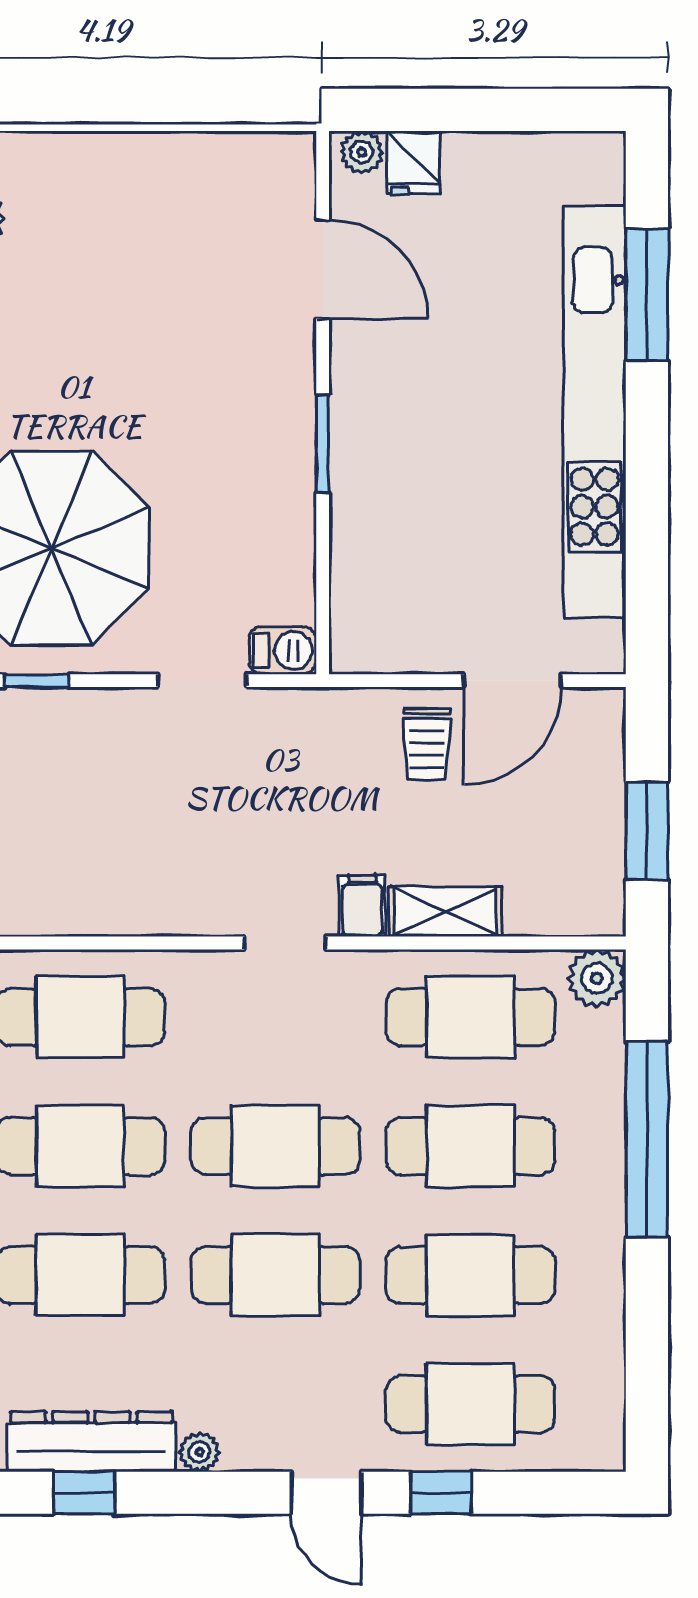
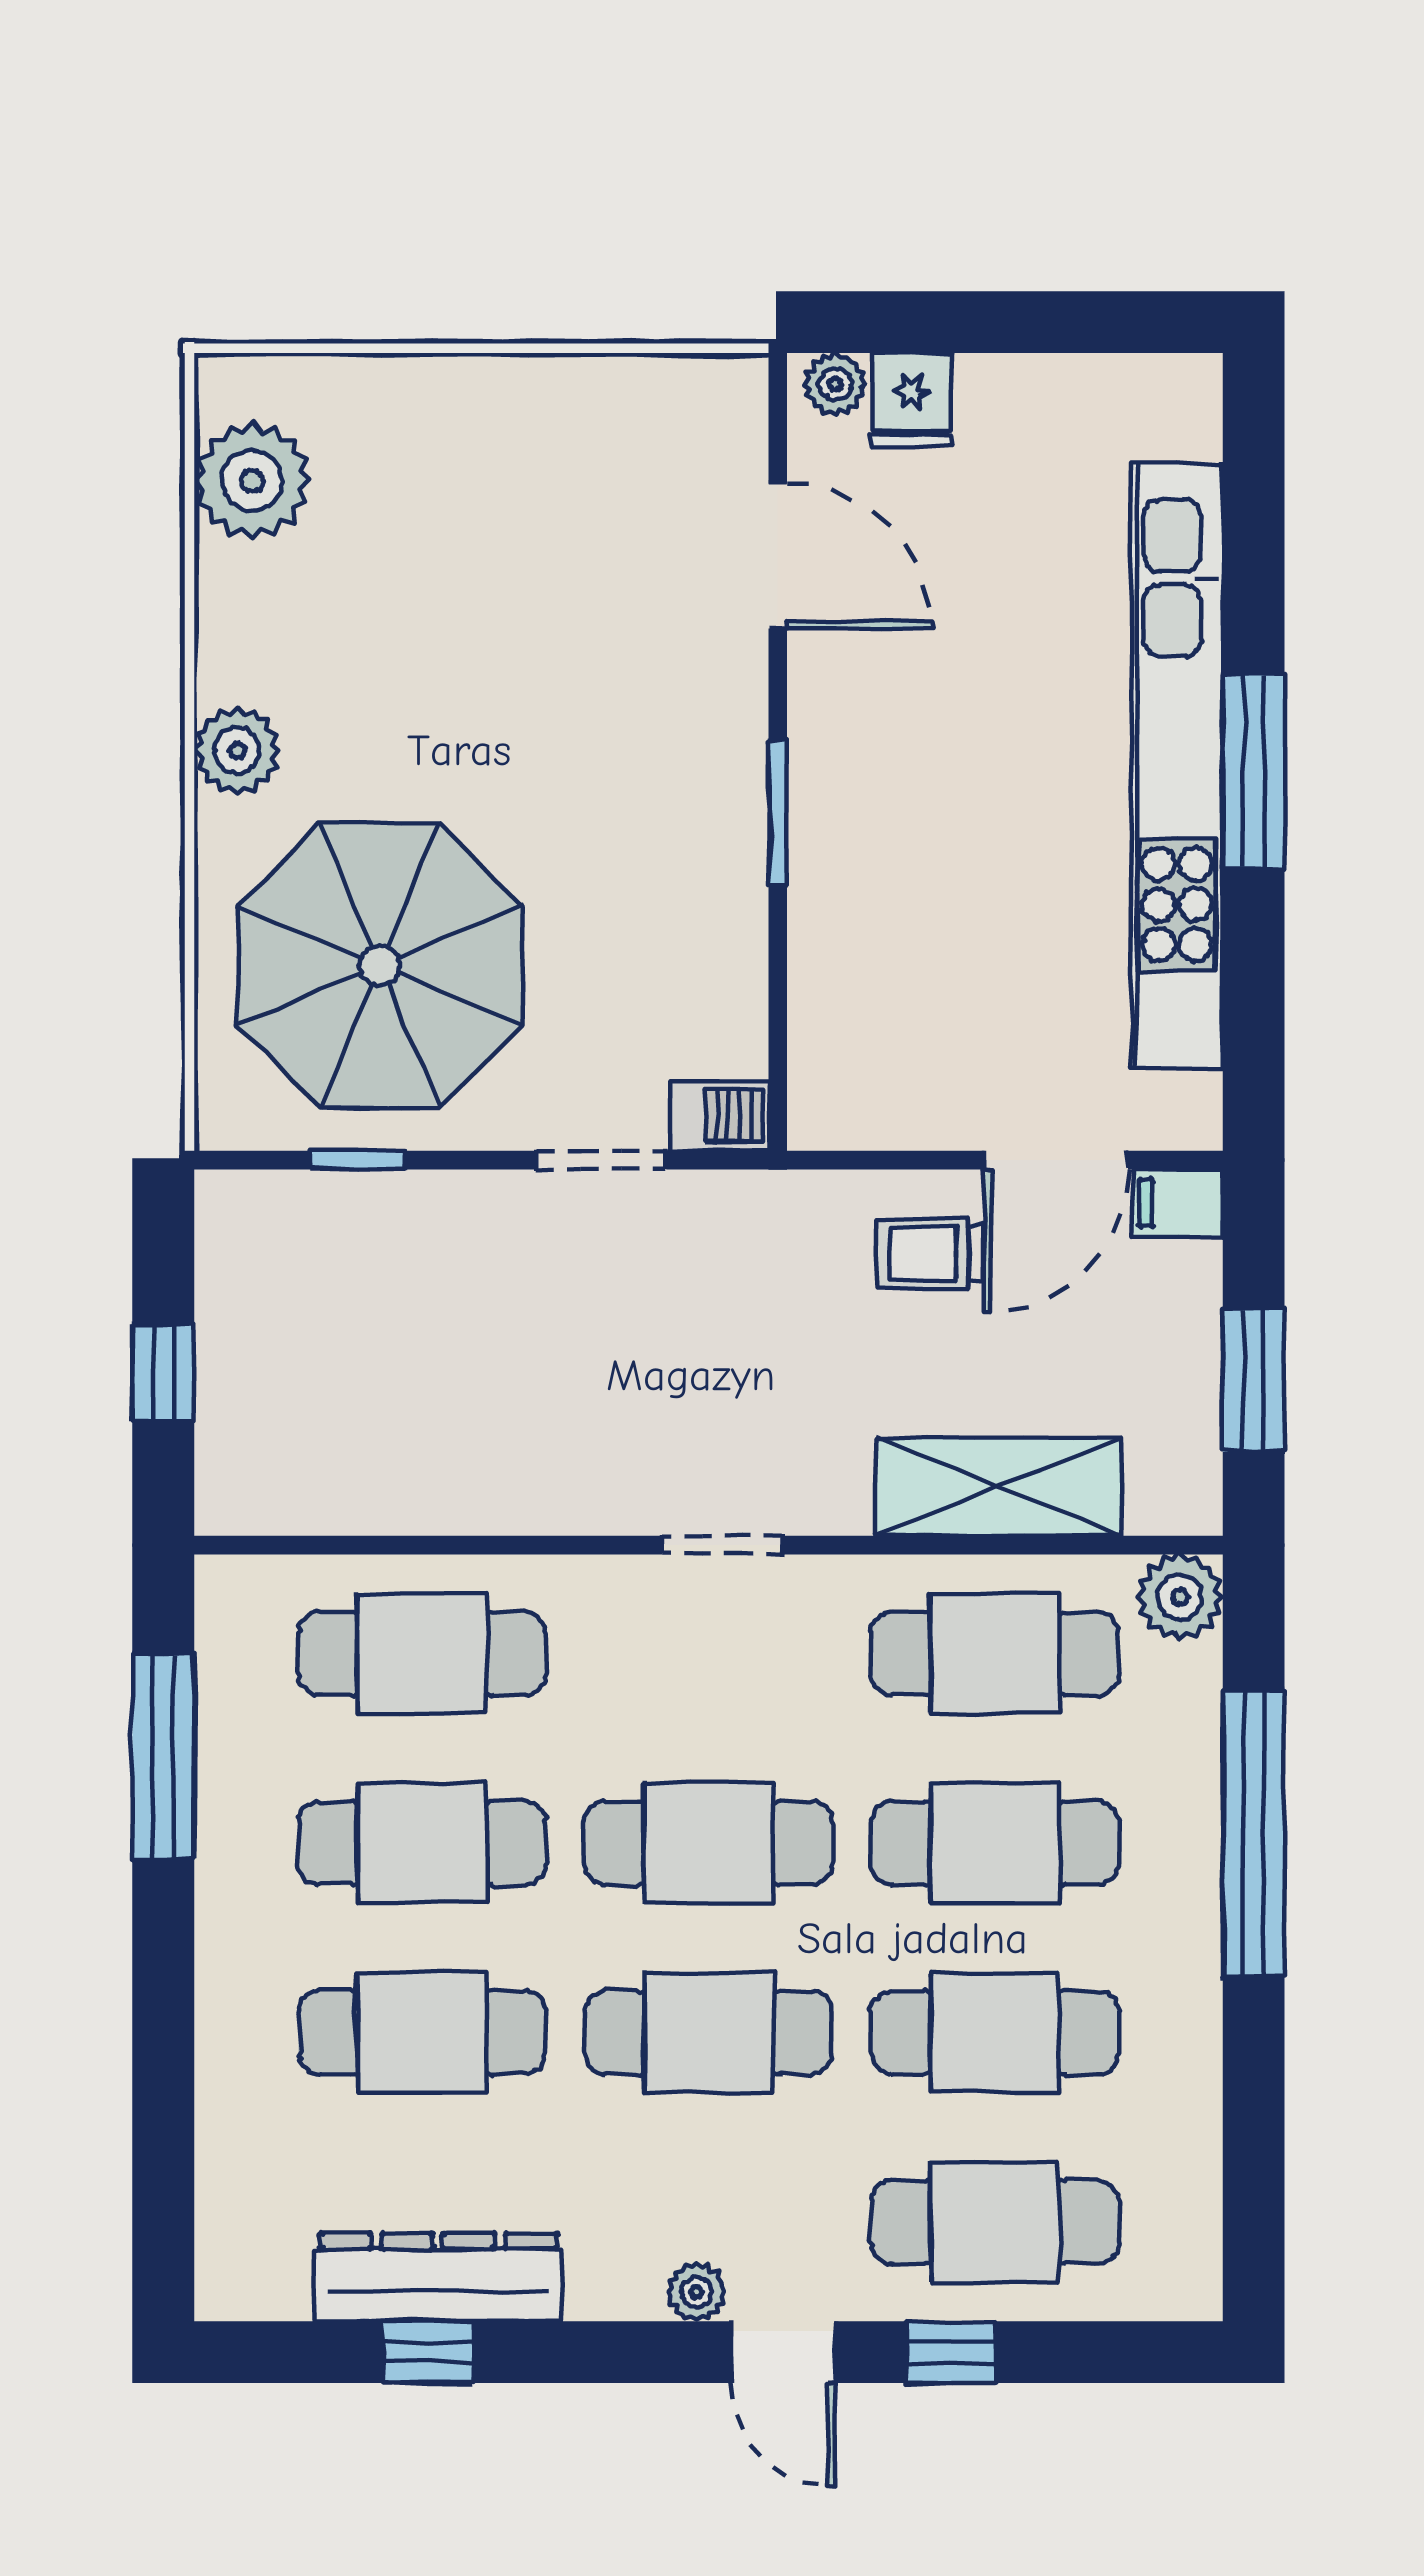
window: (647, 295) -> (1254, 771), moved
trolley: (427, 744) -> (931, 1253), turned 90
filing cabinet: (362, 906) -> (1178, 1203), moved, turned -90
shelving: (445, 912) -> (999, 1487), width x1.50, depth x1.33
plant: (200, 1452) -> (697, 2292), moved

